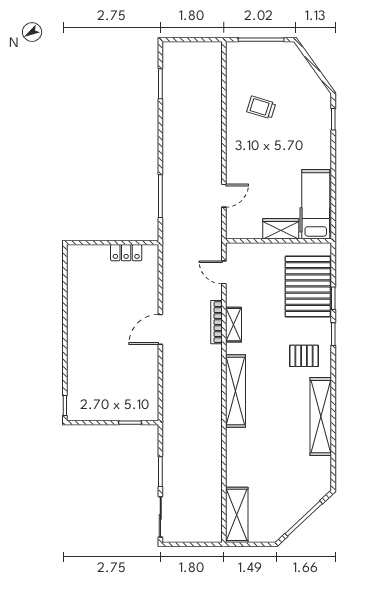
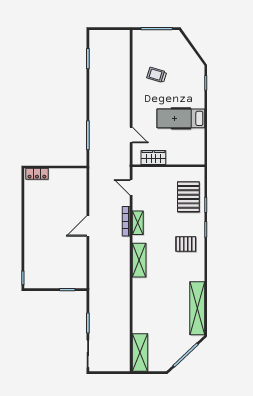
door: (224, 196) -> (131, 135), hinge flipped
hospital bed: (316, 204) -> (181, 118), moved, turned -90
wardrobe: (281, 229) -> (153, 158), moved
locker: (126, 253) -> (37, 174), moved
pallet: (308, 286) -> (188, 197), width x0.73, depth x0.71
shelving: (236, 391) -> (139, 260), width x0.68
shelving: (321, 417) -> (197, 308), moved

